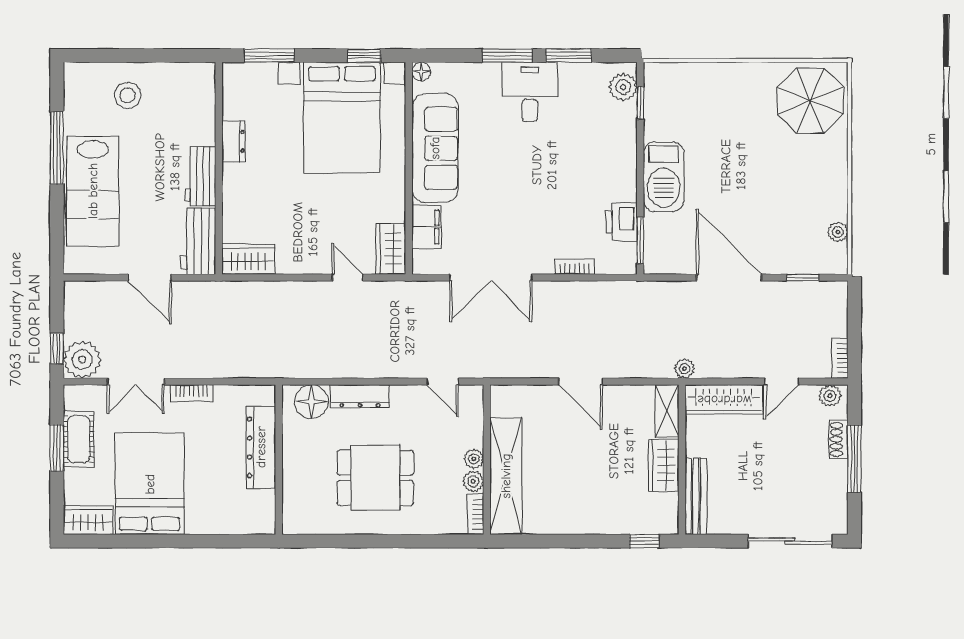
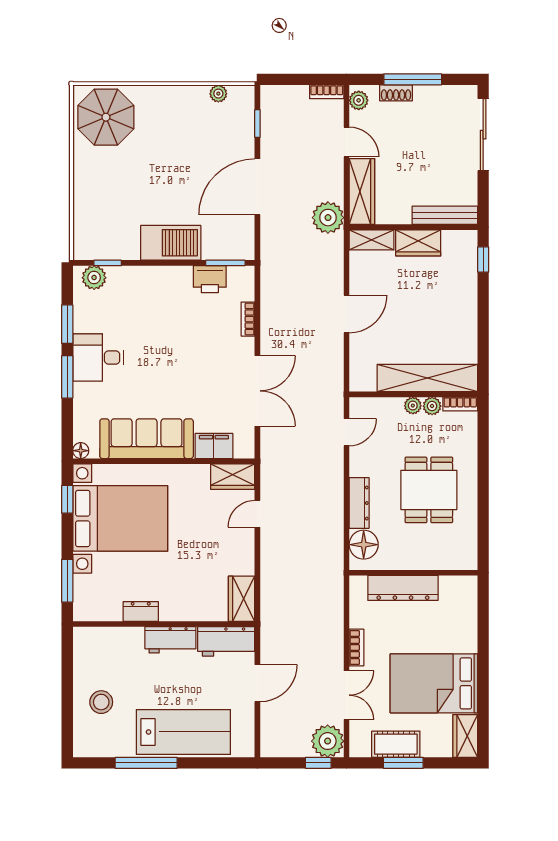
plant: (685, 369) -> (328, 218), width x1.87, depth x1.87

